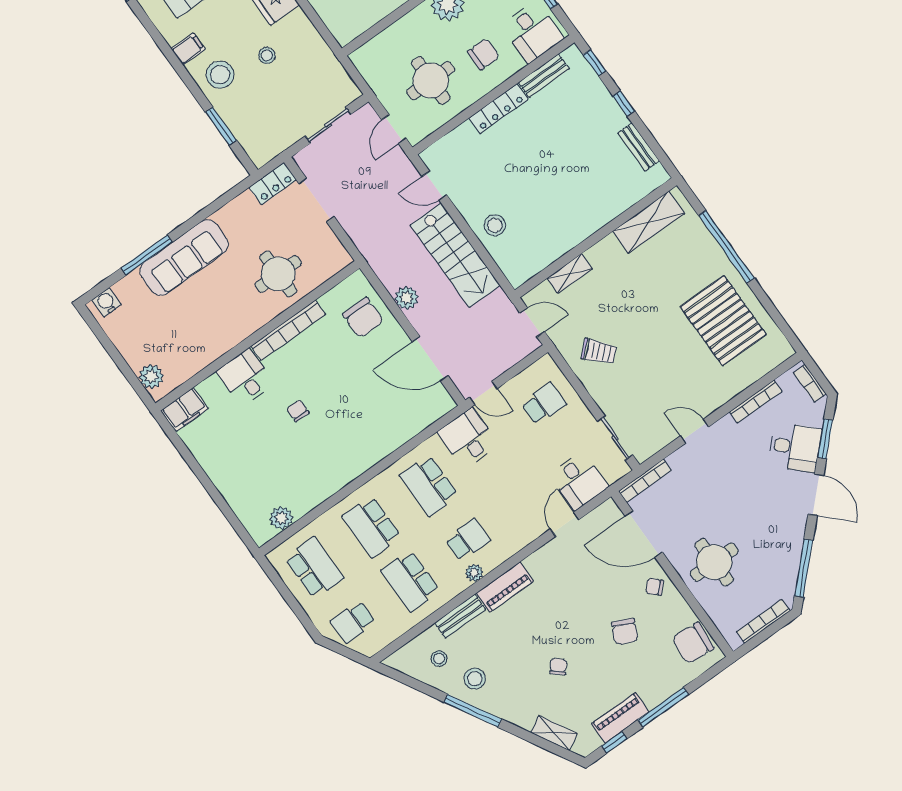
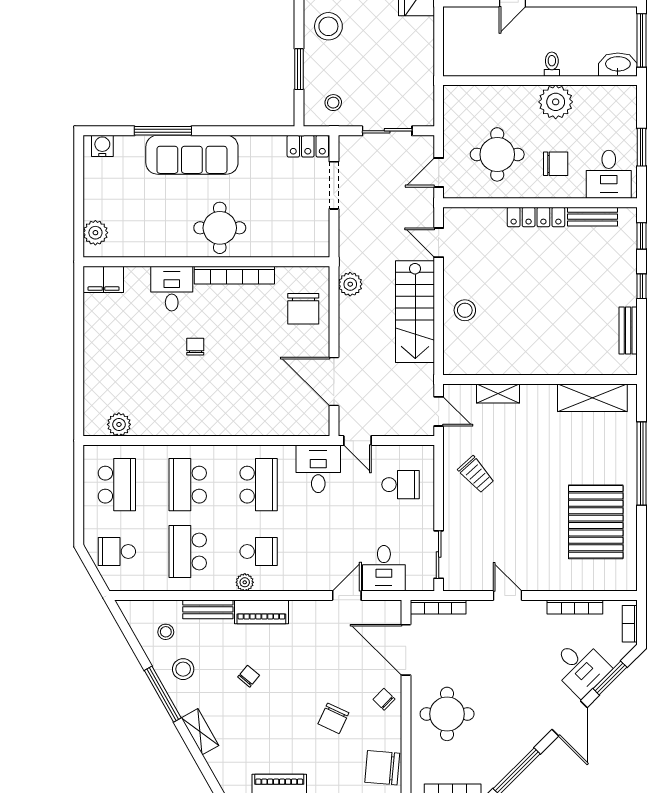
stool: (267, 55) -> (333, 103), moved
round table: (278, 274) -> (220, 228), moved
plant: (407, 298) -> (350, 284), moved
school desk: (429, 486) -> (259, 485), turned 180
chair: (558, 667) -> (249, 676), moved
shelving: (554, 733) -> (200, 732), moved

